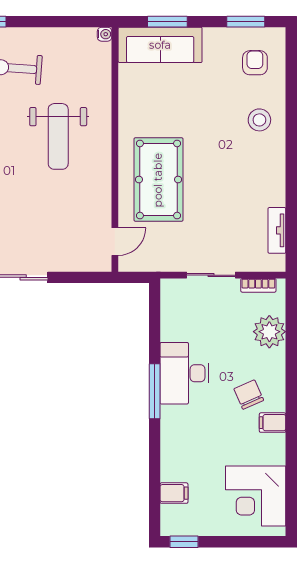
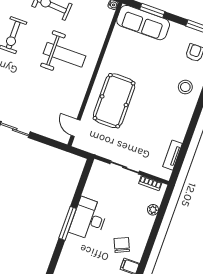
weight bench: (58, 136) -> (65, 55), turned -90
door: (115, 242) -> (76, 128), swing flipped
plant: (269, 332) -> (153, 210), width x0.53, depth x0.53

